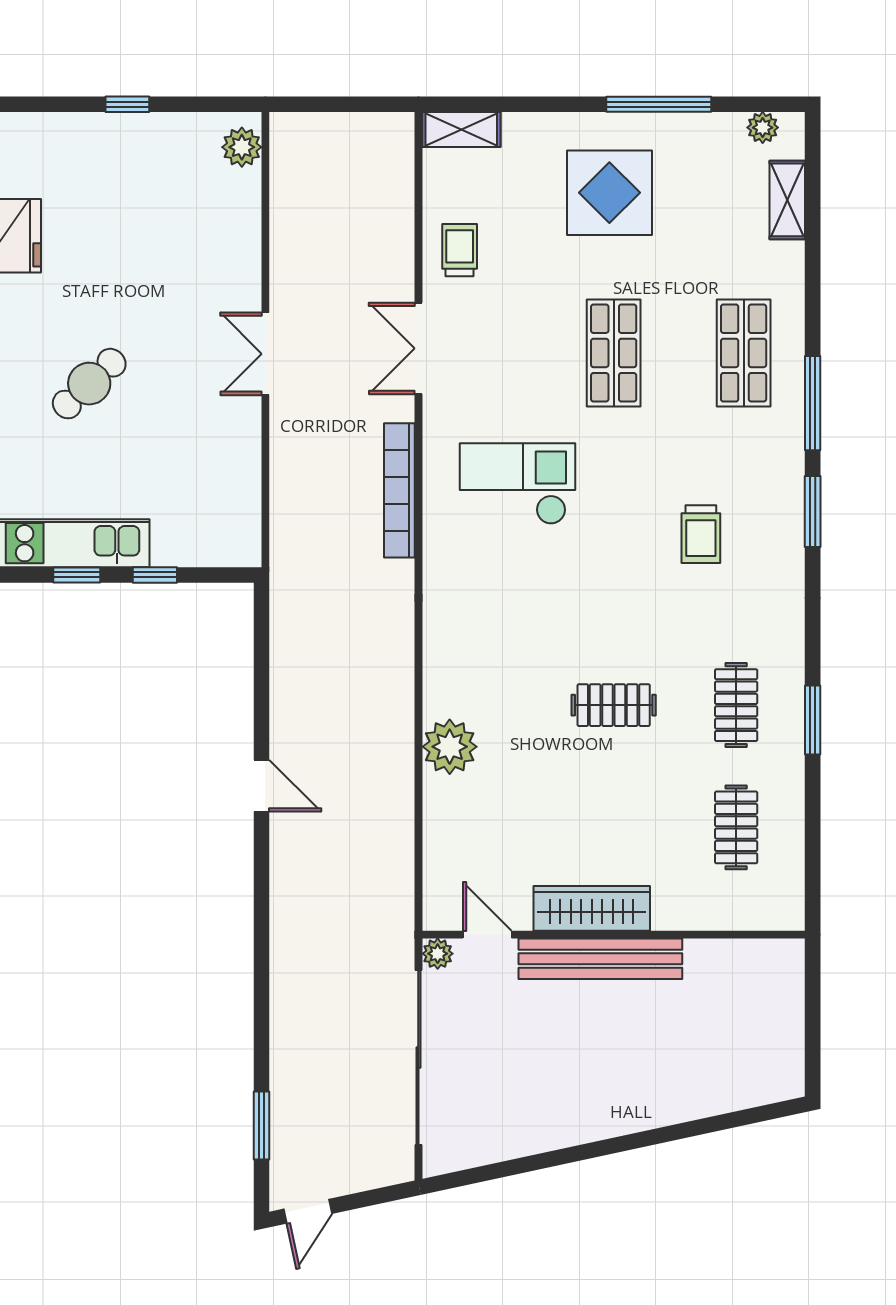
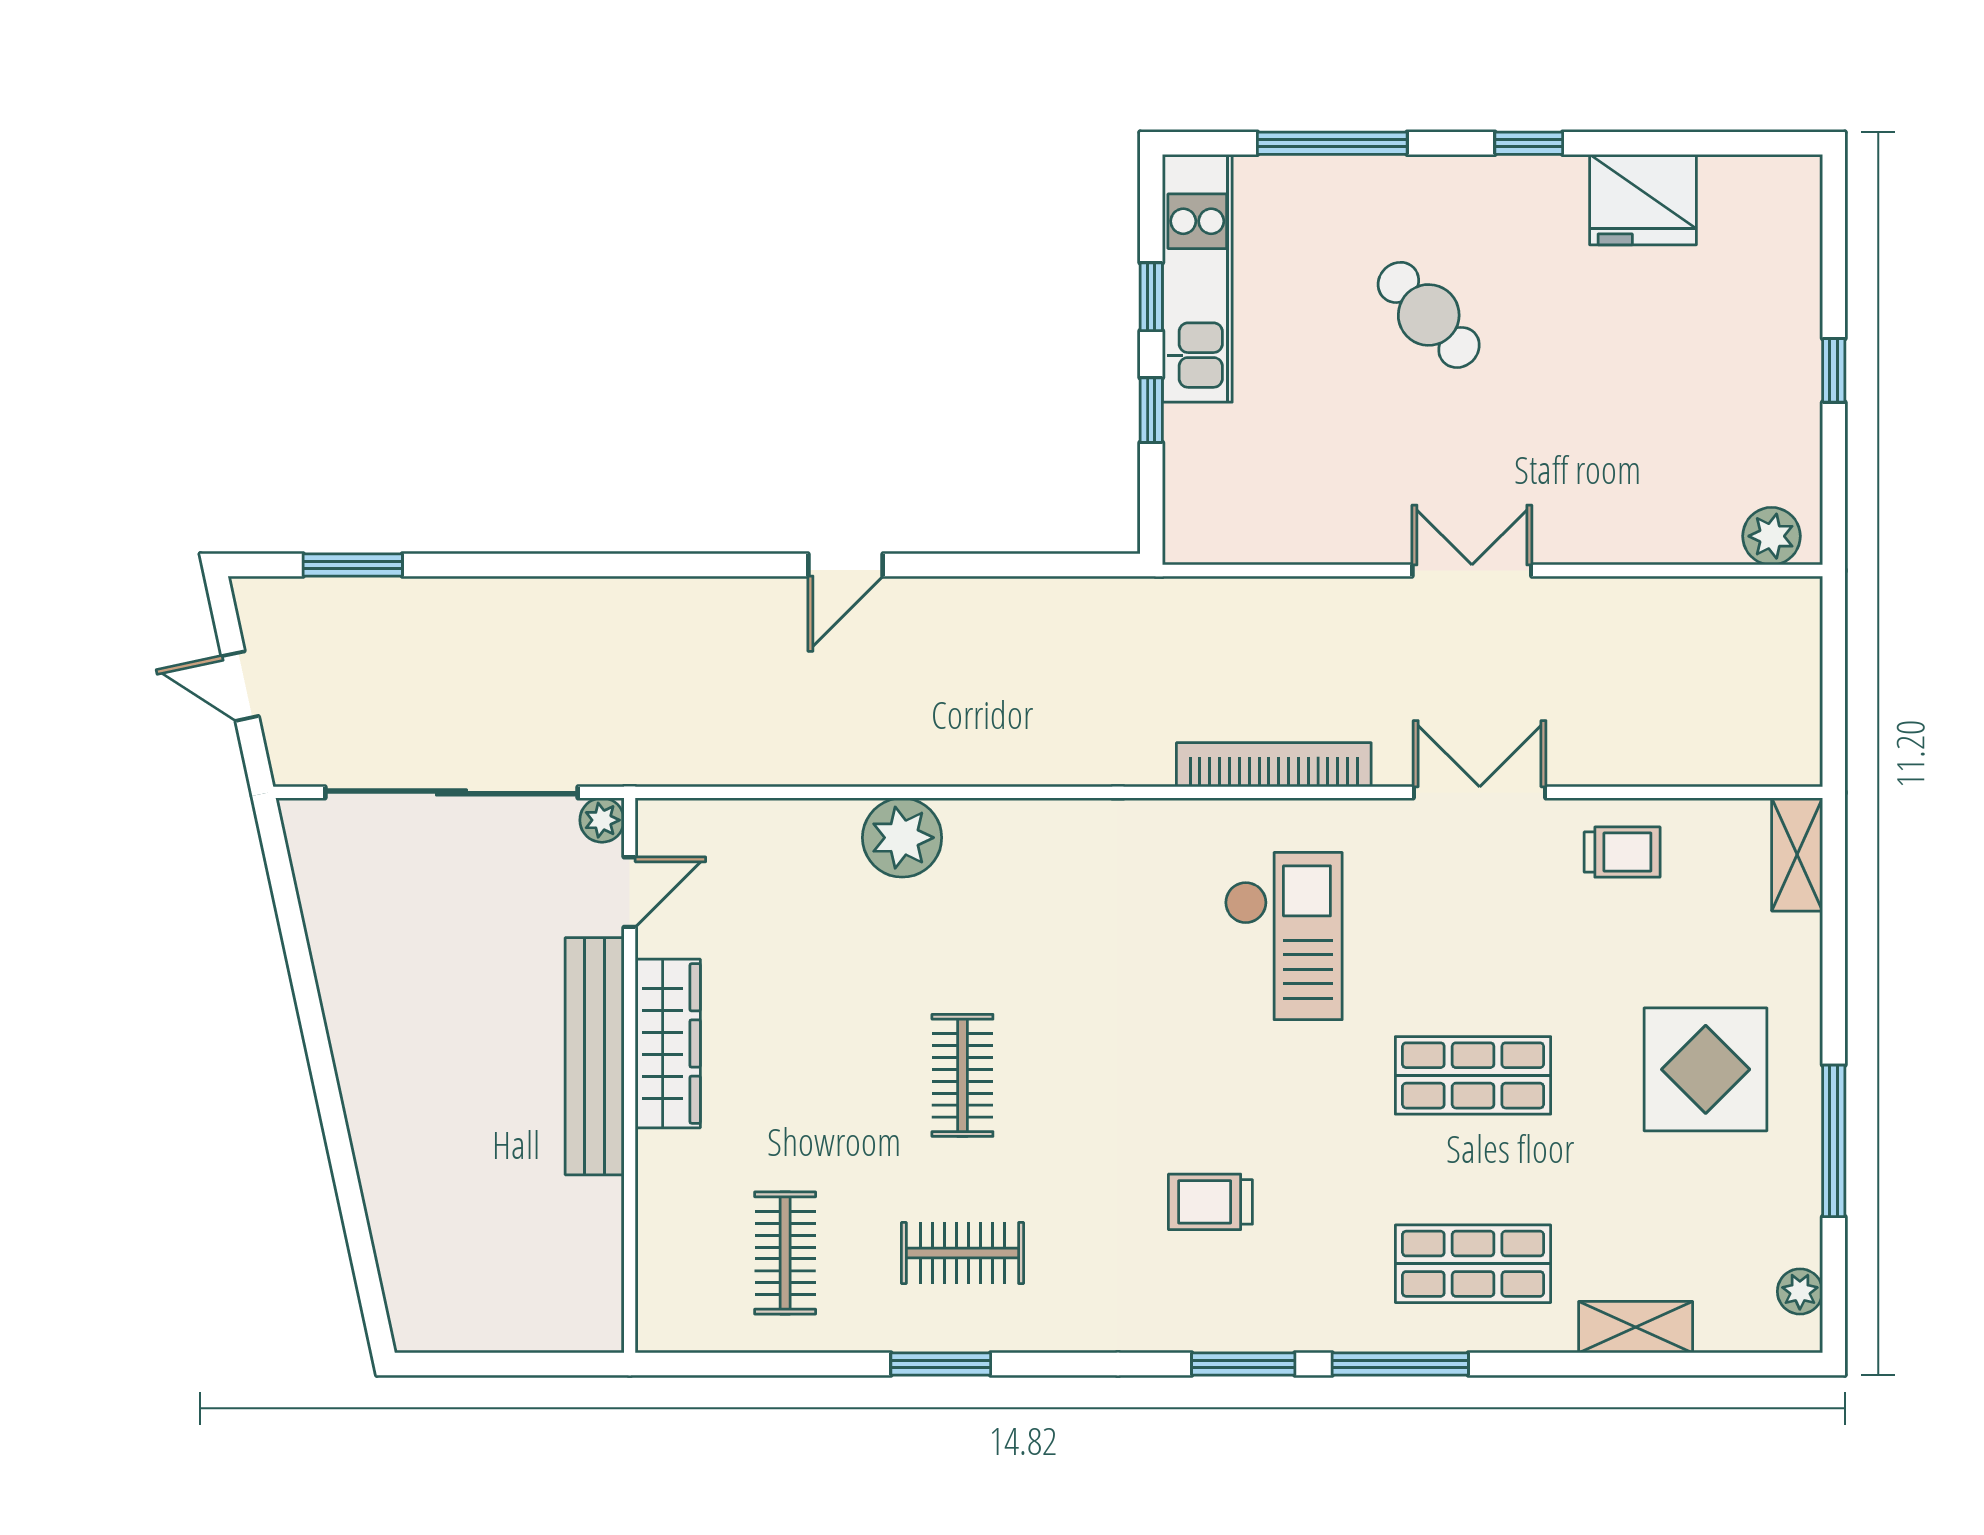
shelving: (787, 200) -> (1636, 1327), moved
clothes rail: (736, 827) -> (785, 1253), turned 90
door: (308, 1211) -> (240, 686), moved

